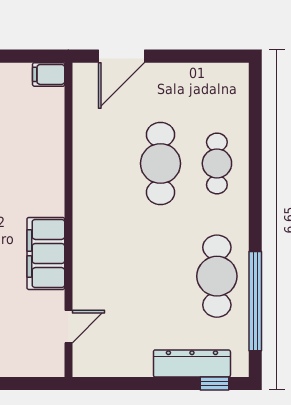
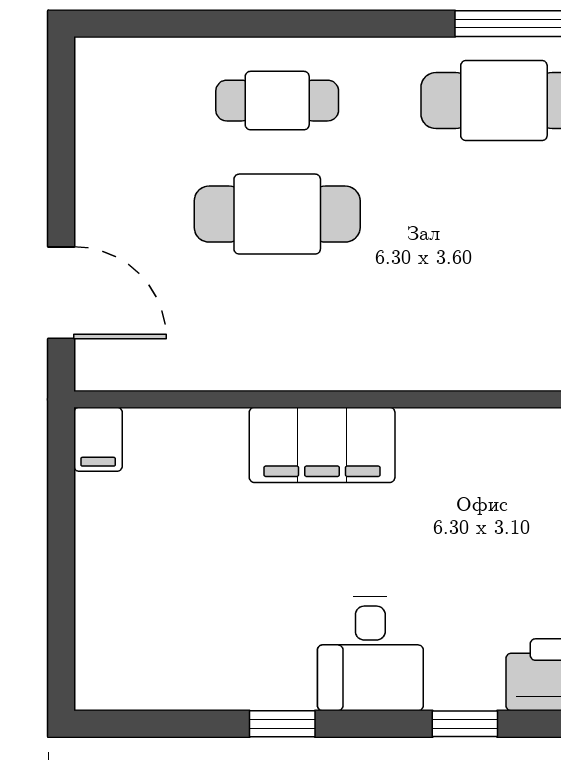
filing cabinet: (46, 253) -> (322, 445), moved

